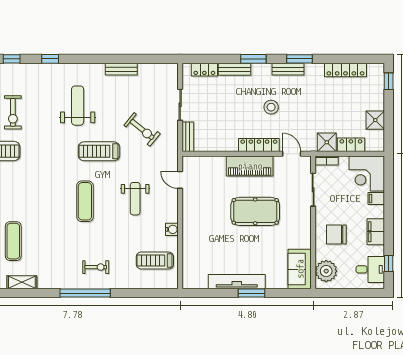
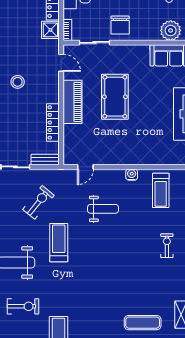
exercise bike: (13, 112) -> (23, 306), moved
locker: (259, 145) -> (53, 122), moved
treadmill: (99, 151) -> (59, 243), turned 180
door: (292, 154) -> (61, 63), swing flipped
exercise mat: (85, 201) -> (105, 256), removed
chair: (336, 234) -> (120, 25), moved

